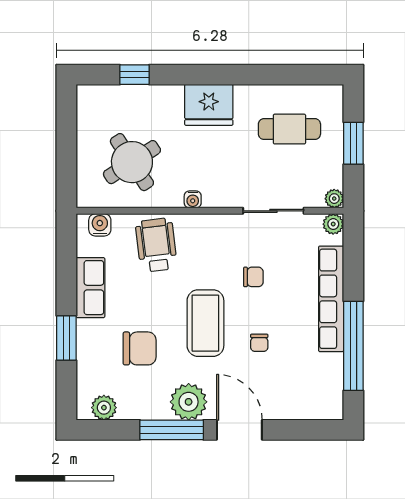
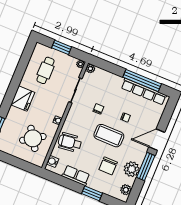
row of seats: (331, 299) -> (144, 92), moved
chair: (140, 348) -> (108, 166), turned 180
plant: (189, 402) -> (132, 169), moved

